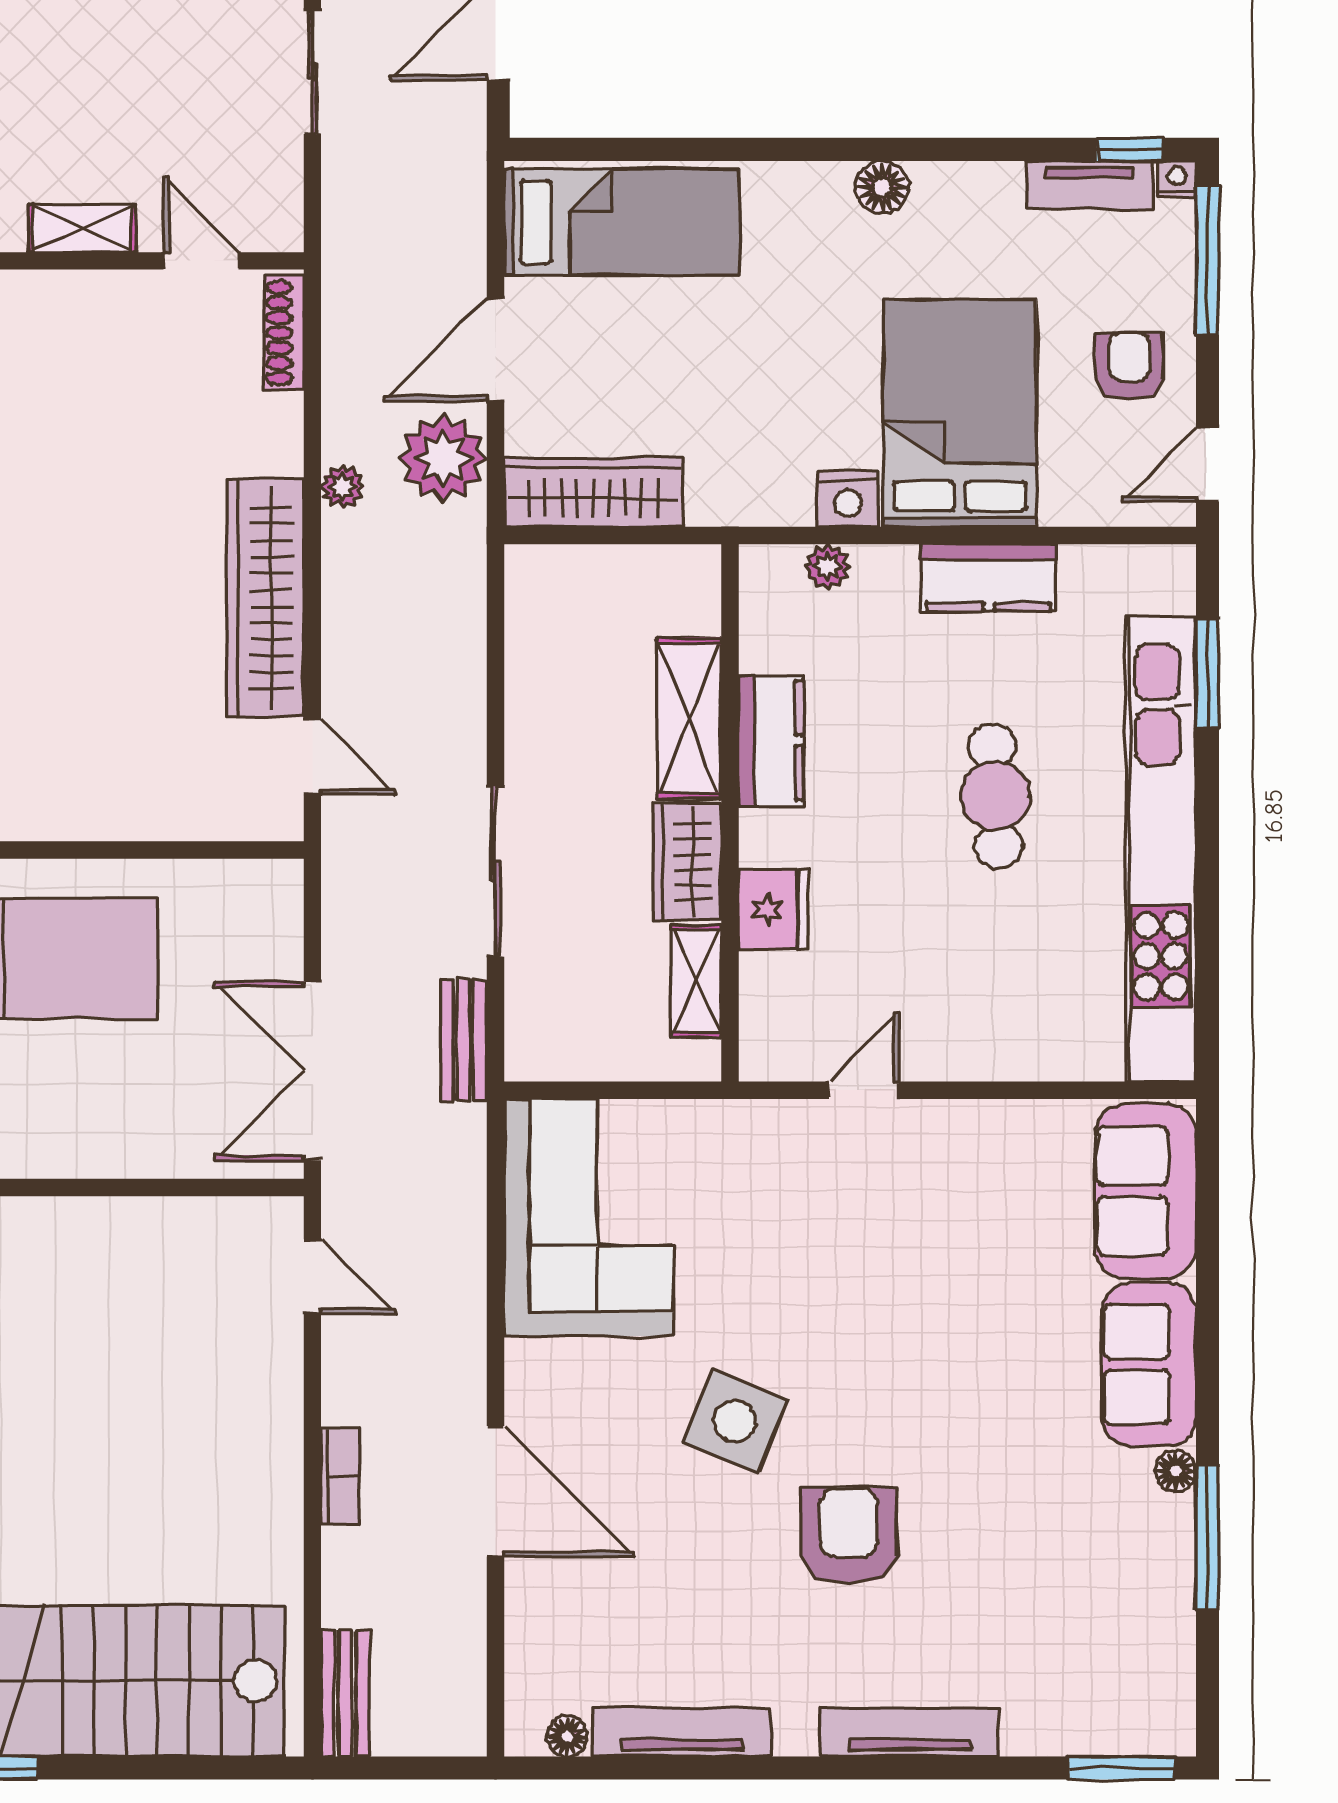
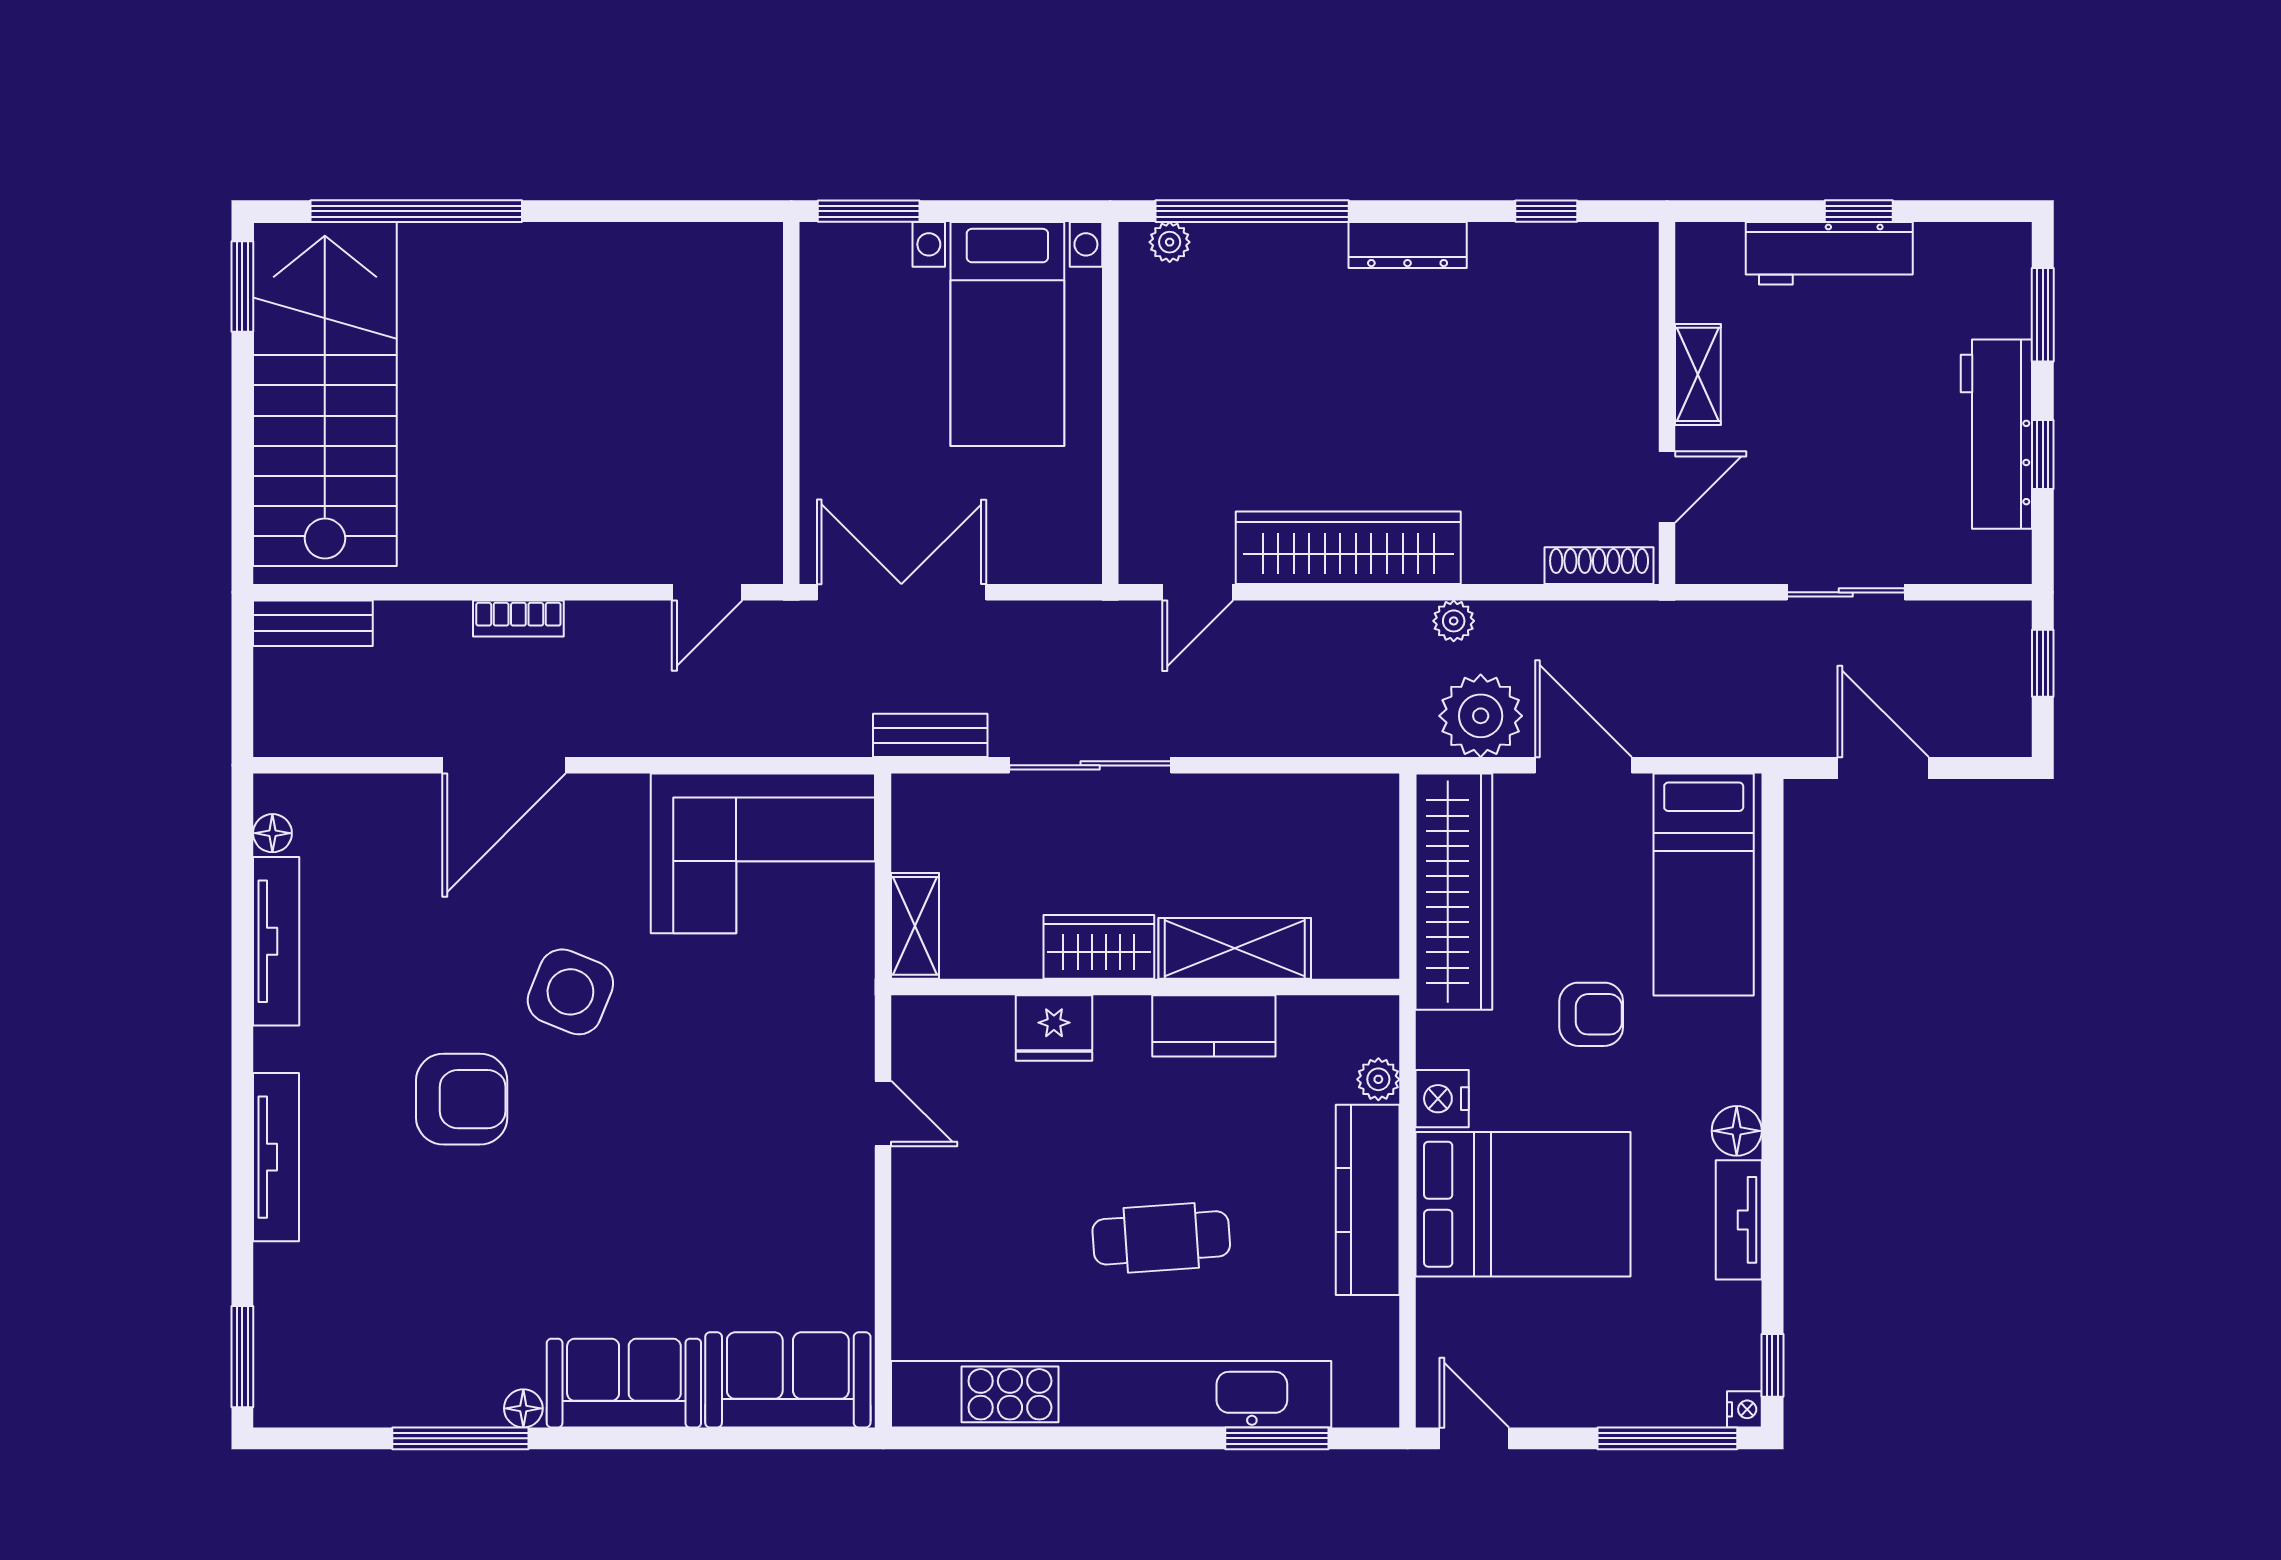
tv unit: (1090, 185) -> (1739, 1220), moved
armchair: (1129, 366) -> (1591, 1014), moved
wardrobe: (593, 492) -> (1454, 892), width x1.40, depth x1.17
kitchen counter: (989, 578) -> (1368, 1200), width x1.50
shelving: (696, 981) -> (915, 926), moved, turned 90

